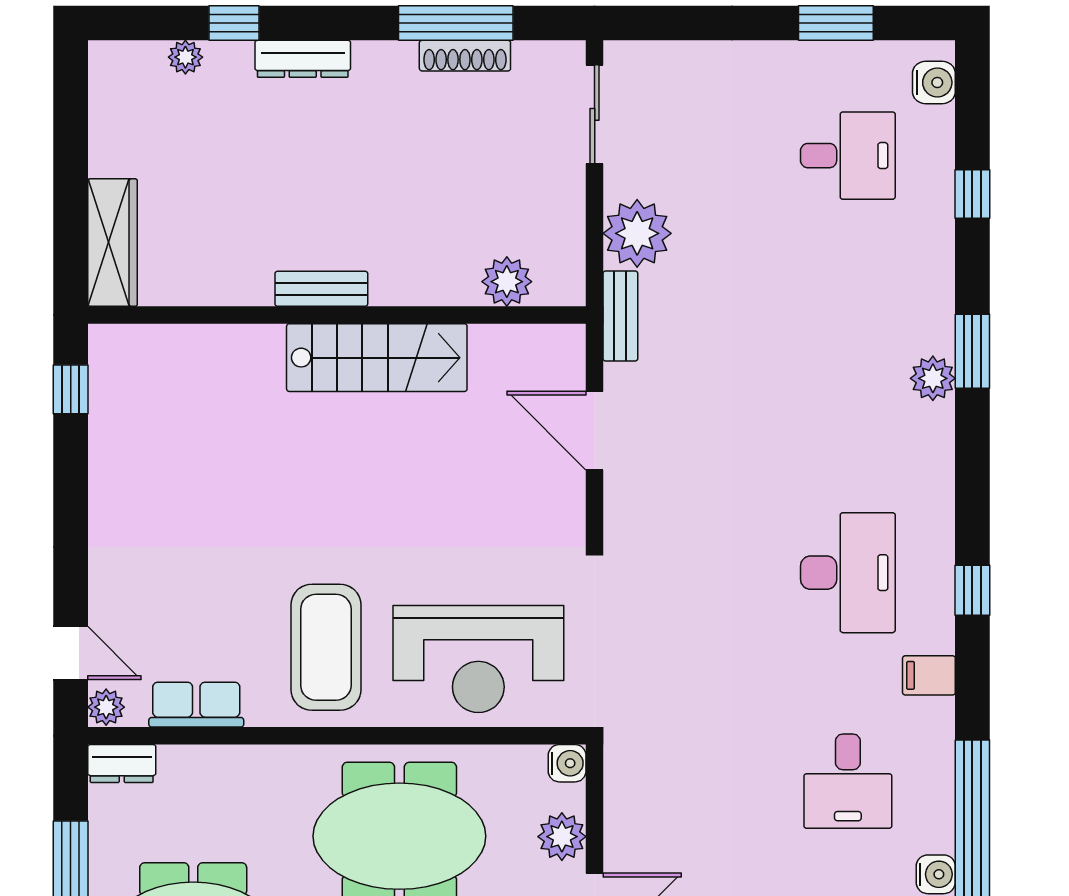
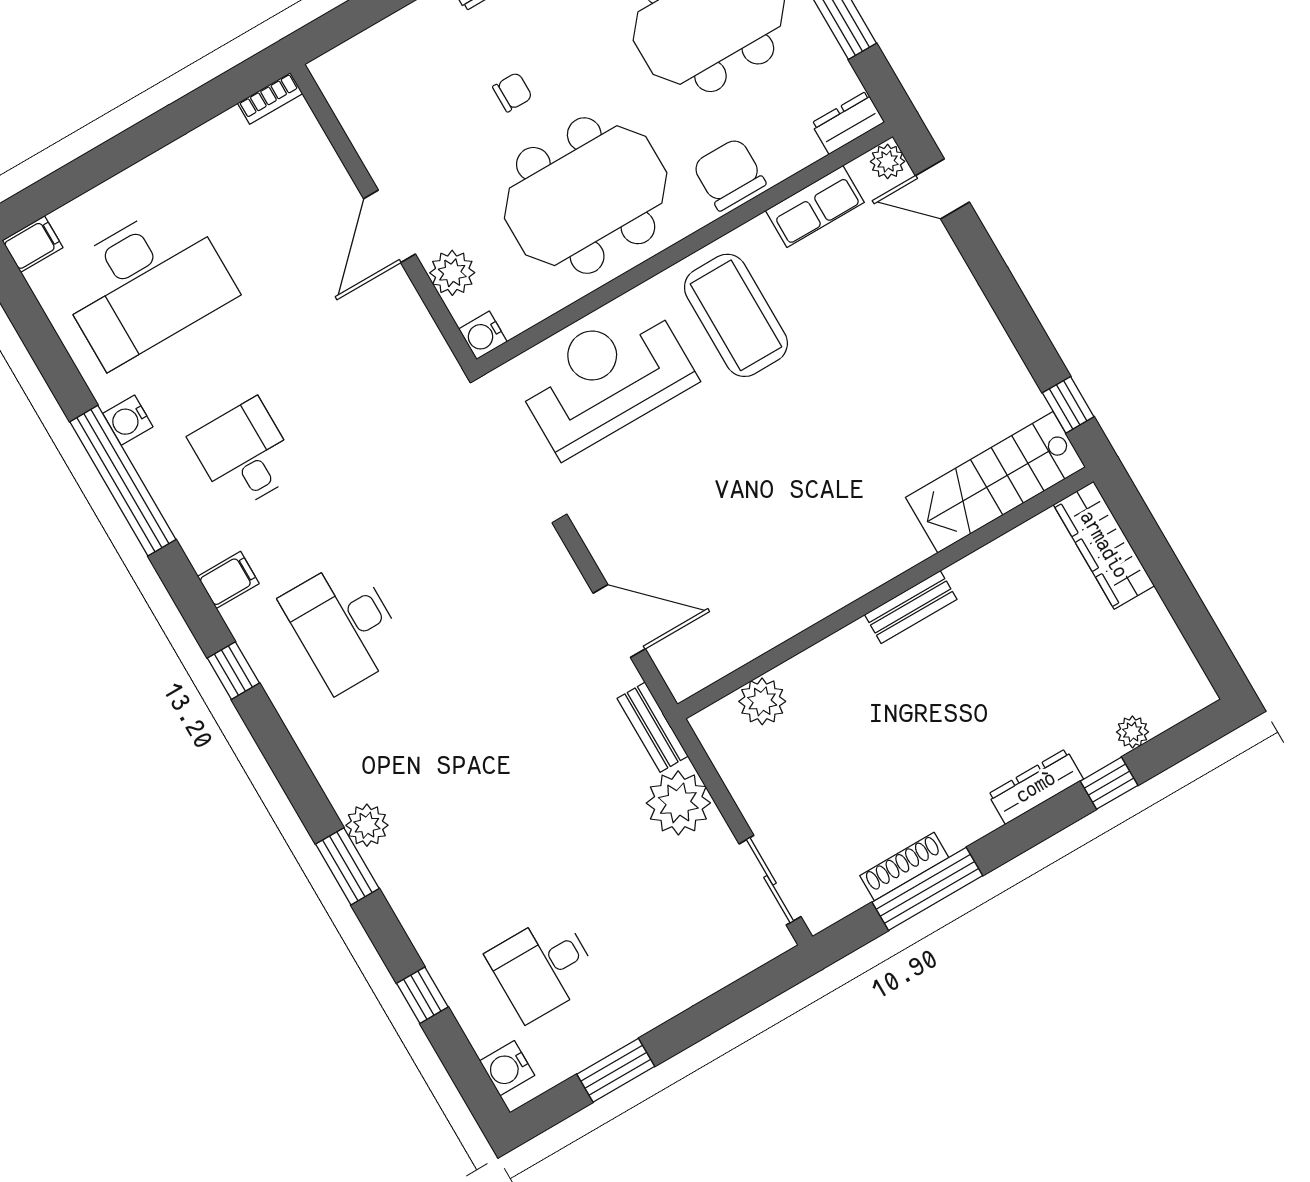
stairs: (377, 358) -> (995, 482), moved
chair: (257, 780) -> (729, 174), added

